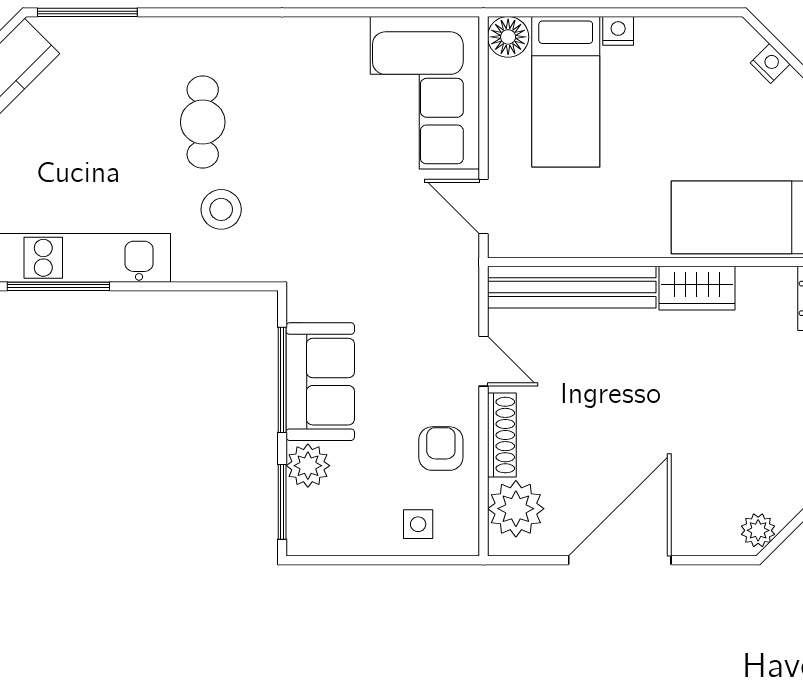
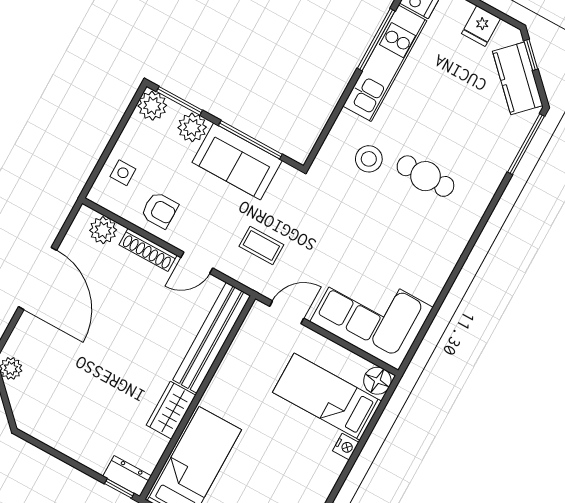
coffee table: (414, 288) -> (261, 245), added
plant: (516, 509) -> (103, 230), width x0.73, depth x0.73
plant: (308, 534) -> (152, 106), added

